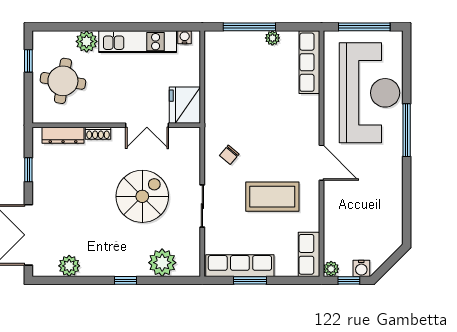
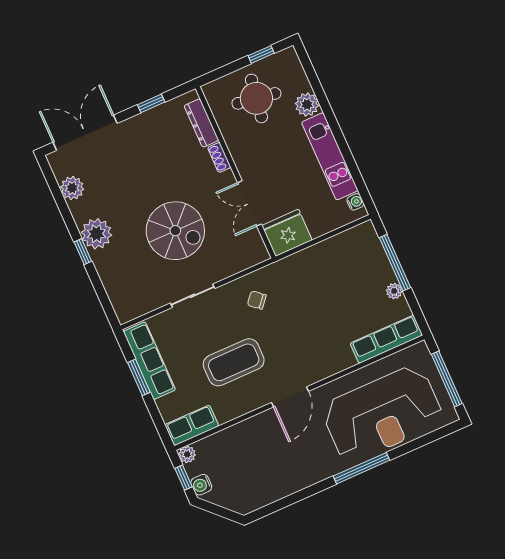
coffee table: (272, 197) -> (234, 362), turned 90
plant: (162, 263) -> (96, 234), moved

